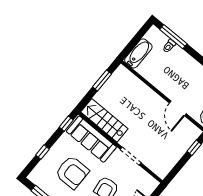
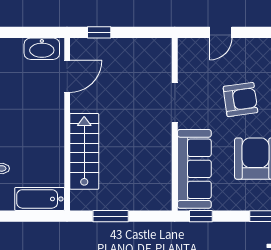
door: (178, 108) -> (67, 76), moved
stairs: (104, 120) -> (84, 151), moved, turned 180

